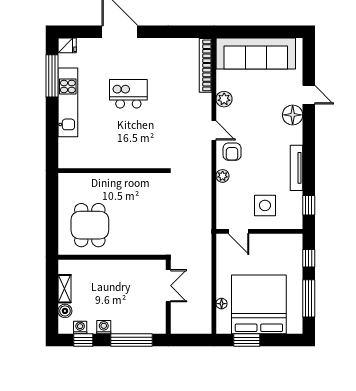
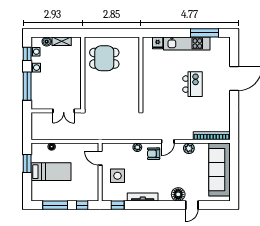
fridge: (67, 45) -> (158, 43), moved
door: (239, 231) -> (100, 158), hinge flipped
bed: (259, 304) -> (51, 172), width x0.49

